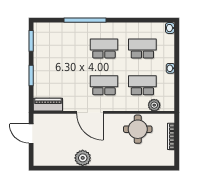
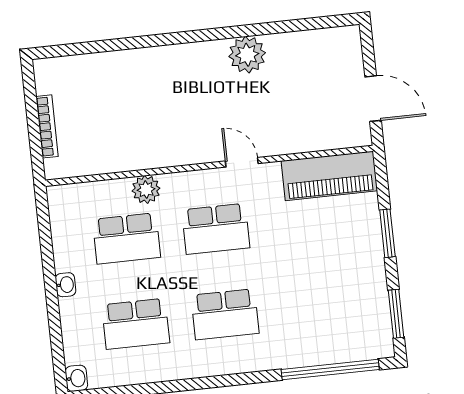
window: (85, 20) -> (330, 369), moved
piano: (48, 105) -> (329, 176), width x1.37, depth x1.33
plant: (154, 105) -> (146, 190), moved
door: (90, 112) -> (242, 162), width x0.53
round table: (138, 129) -> (126, 135), removed

